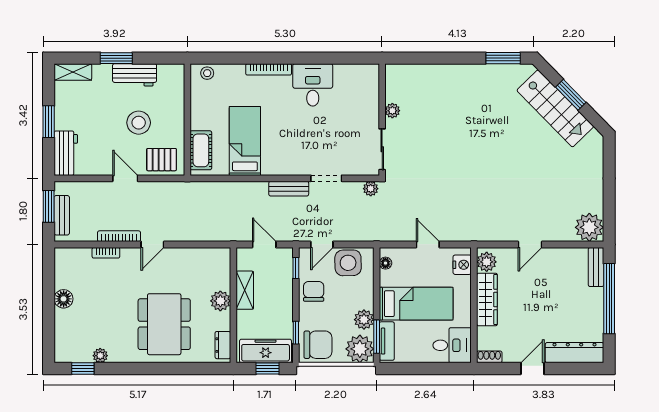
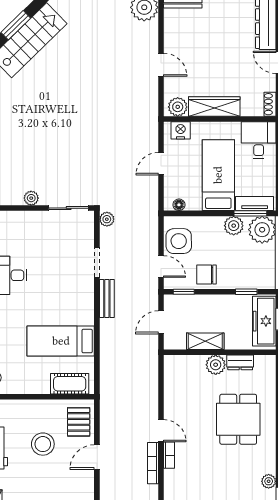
bookcase: (106, 253) -> (169, 455), moved
dining table: (164, 324) -> (238, 419), width x0.73
dresser: (223, 345) -> (240, 362), moved
chair: (318, 345) -> (258, 270), removed

